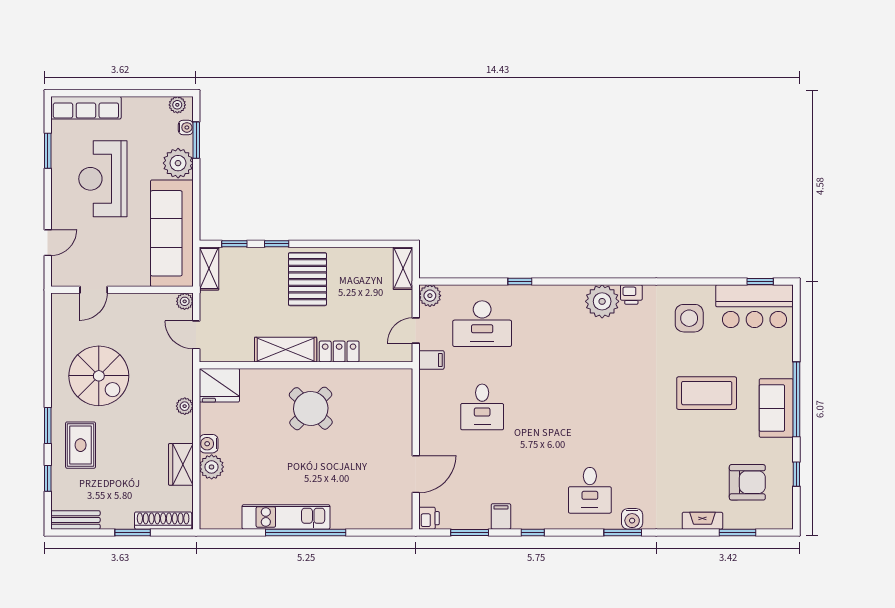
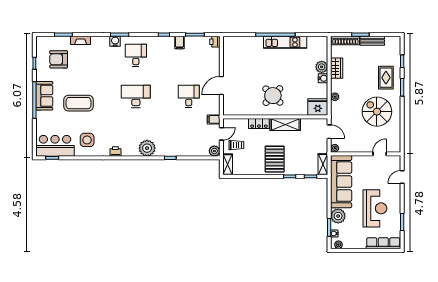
plant: (602, 301) -> (147, 148), moved
trolley: (385, 308) -> (236, 145), added
desk: (482, 324) -> (136, 96), moved
door: (416, 474) -> (221, 86), moved
bench: (75, 520) -> (372, 41), moved

